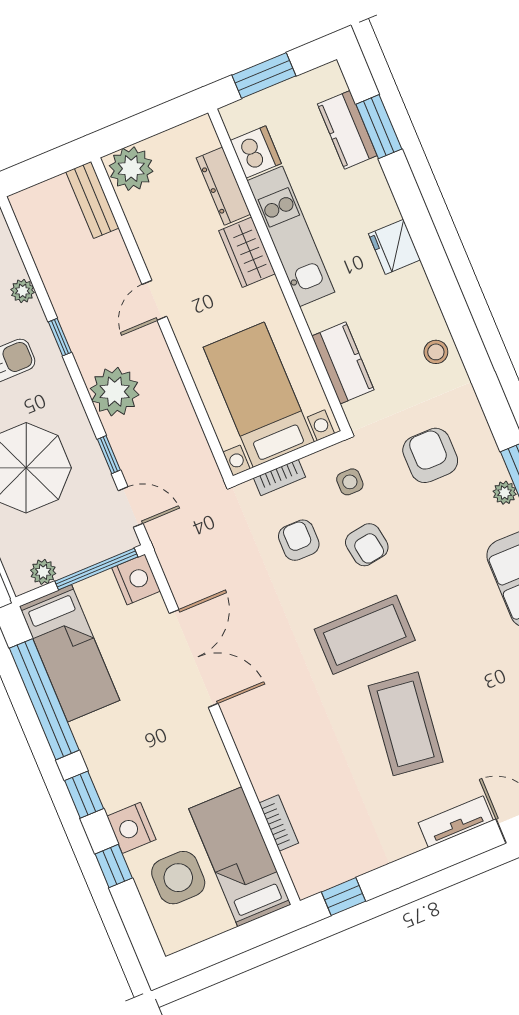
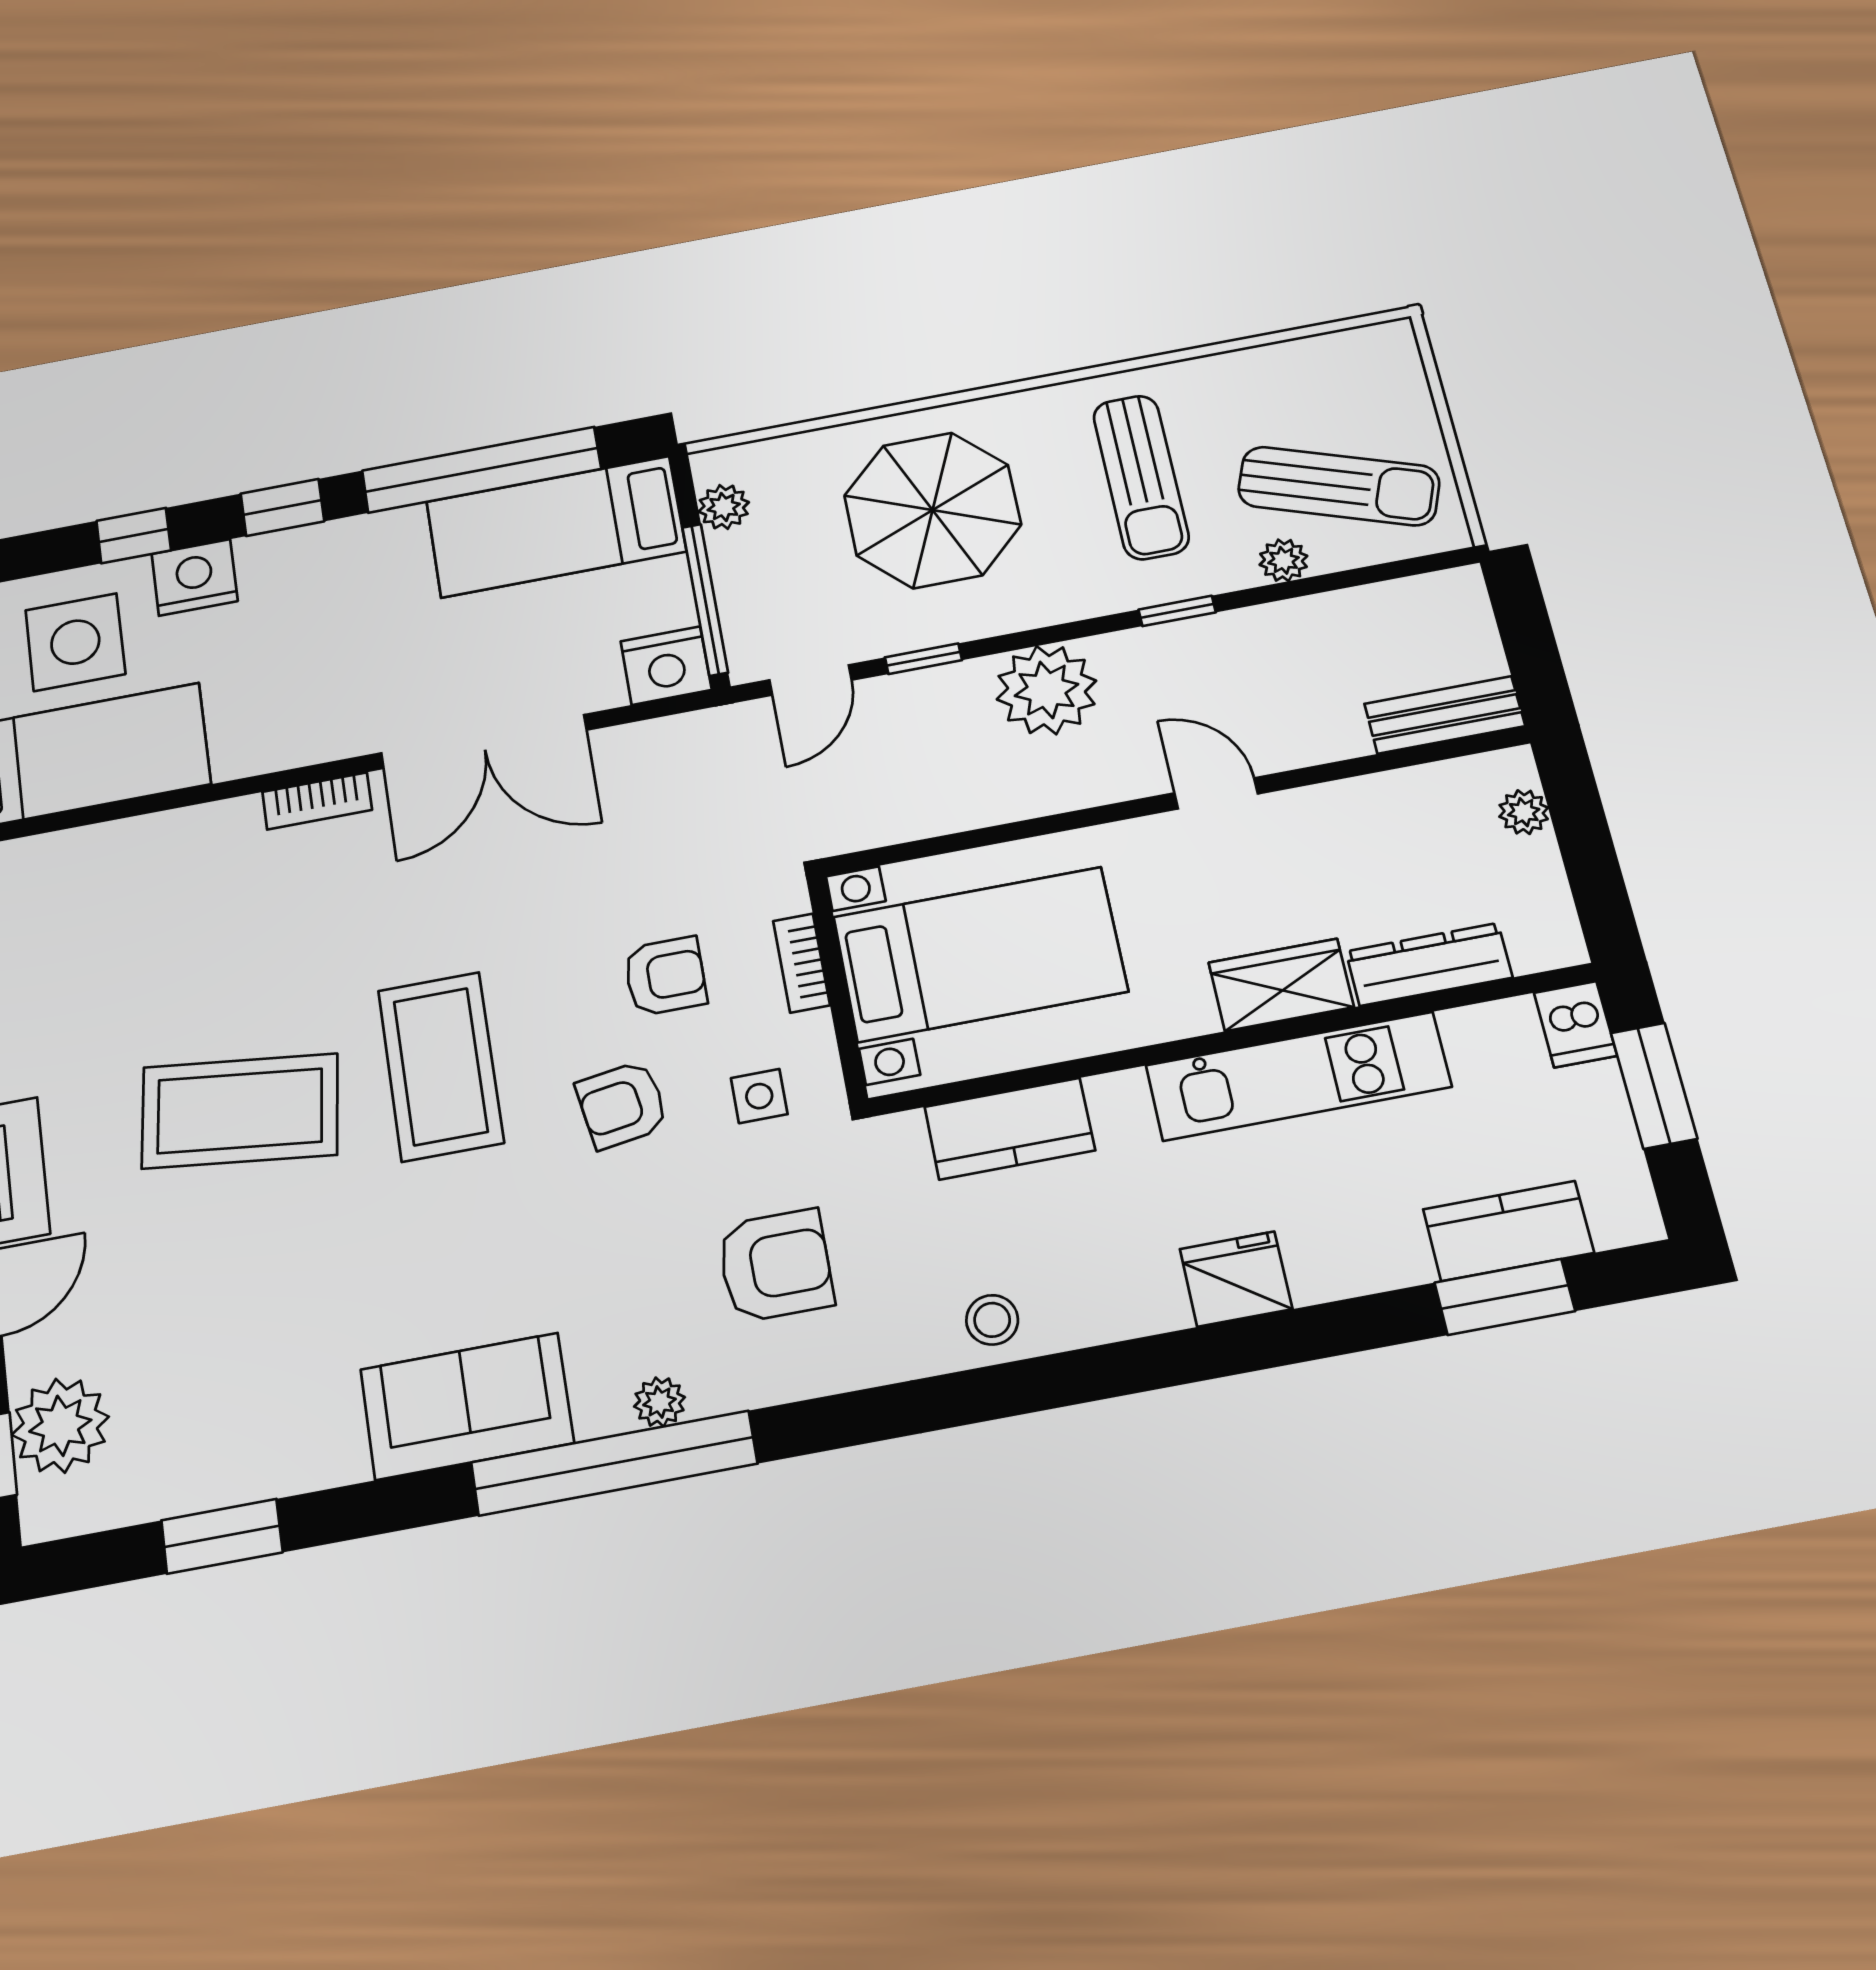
dishwasher: (256, 152) -> (1575, 1024), moved, width x0.73
plant: (131, 169) -> (1524, 812), width x0.53, depth x0.53
bookcase: (279, 823) -> (317, 801), moved

